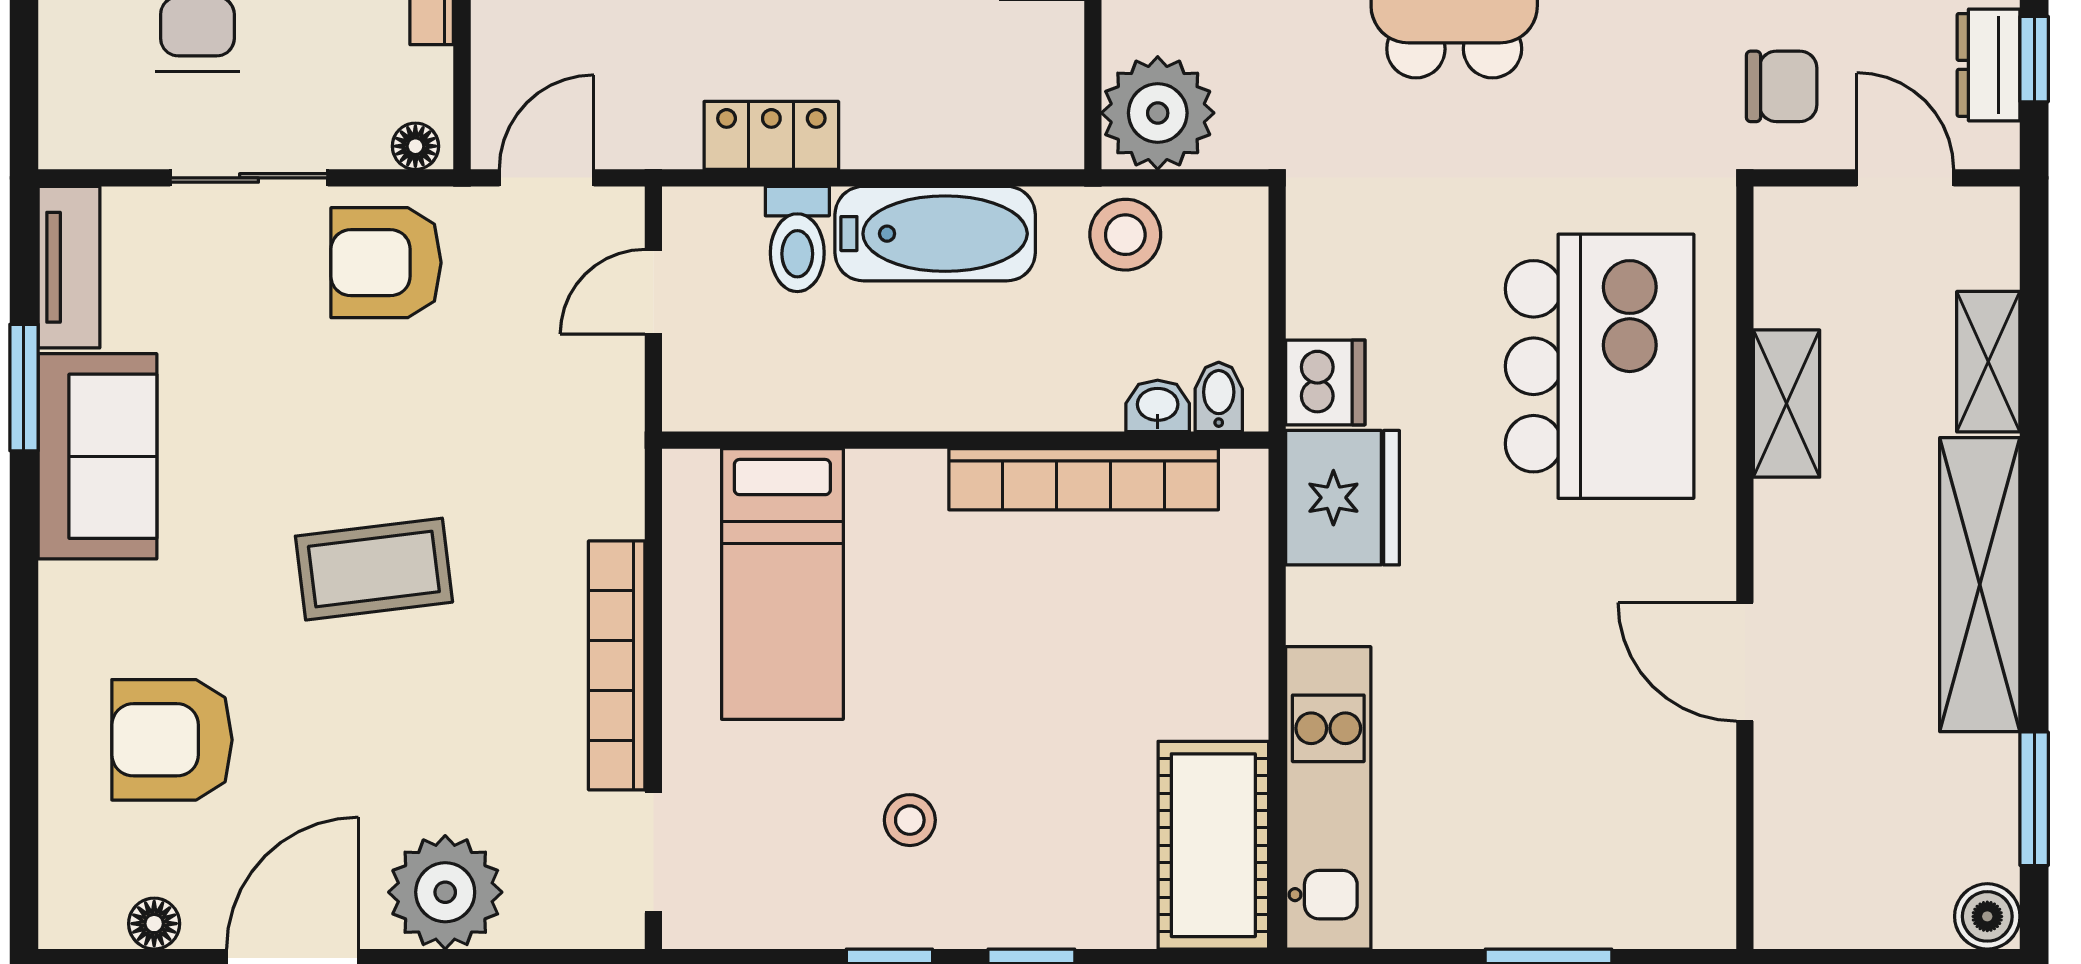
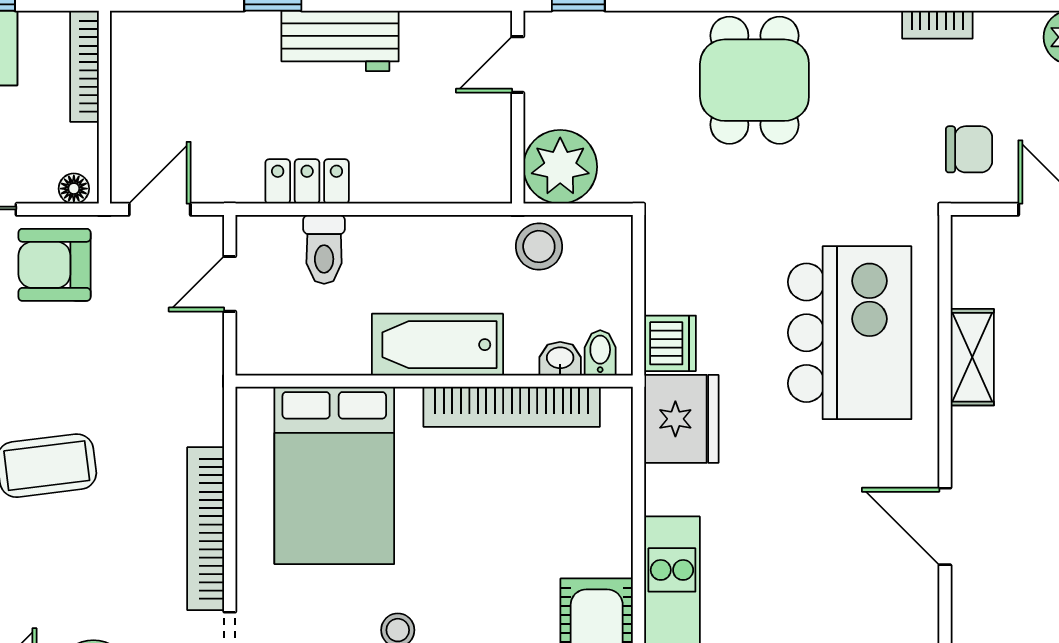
bathtub: (935, 234) -> (437, 345), moved, turned 180
bed: (782, 584) -> (334, 475), width x1.50

